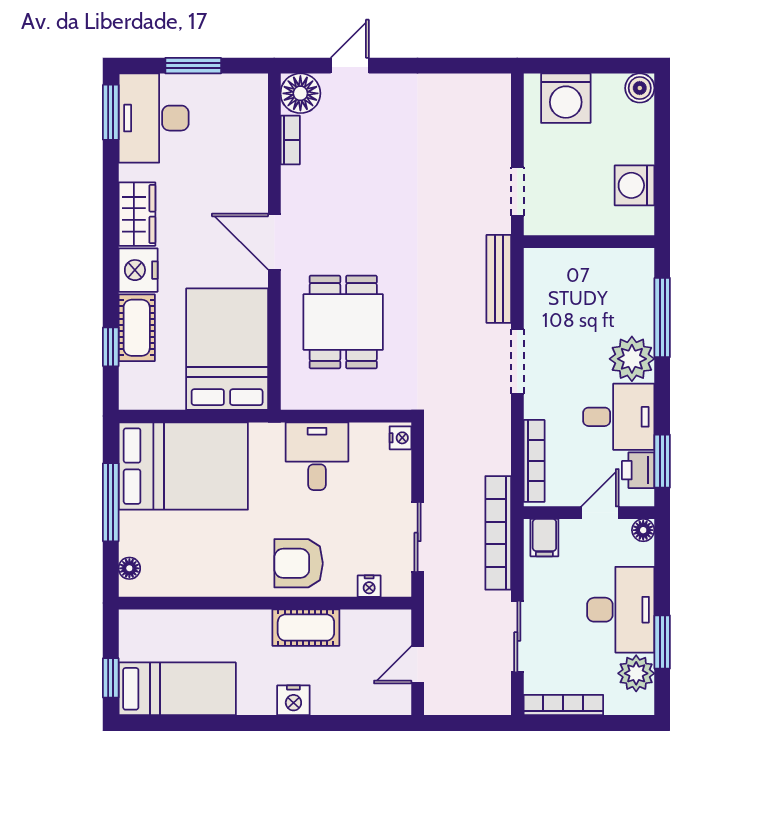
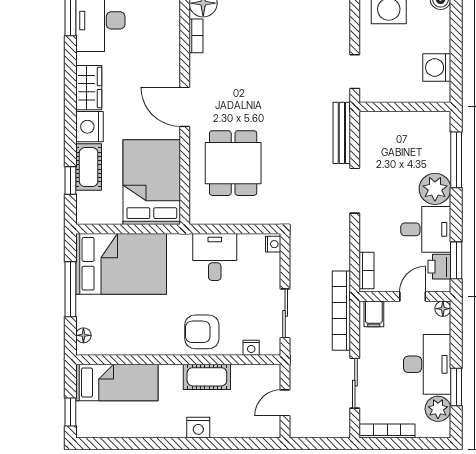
bookcase: (534, 461) -> (367, 271), width x0.64
bed: (177, 689) -> (117, 382), moved

